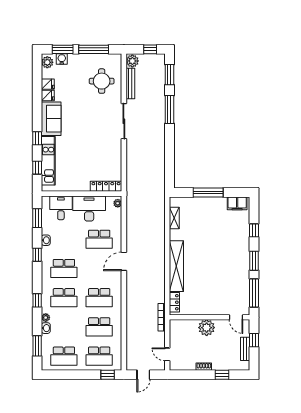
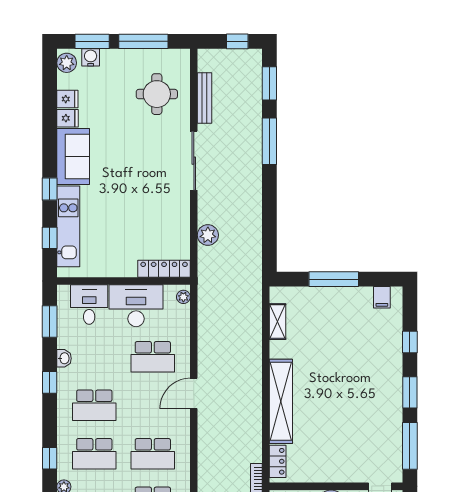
plant: (132, 61) -> (208, 235), moved
filing cabinet: (237, 203) -> (382, 297), width x0.50

